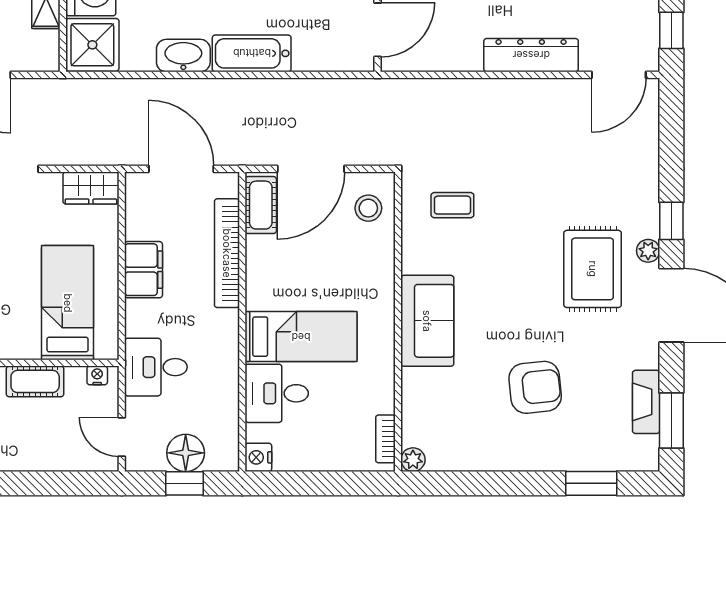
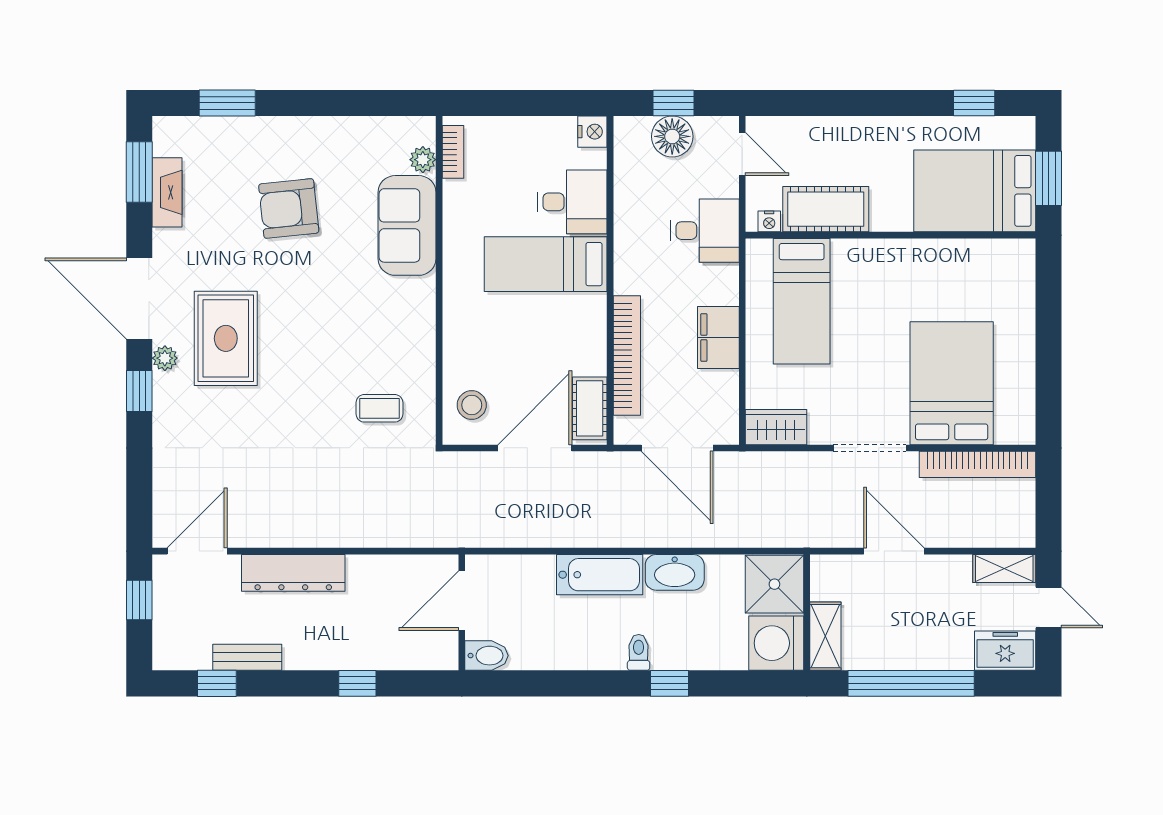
sofa: (427, 321) -> (407, 225), moved
cot: (35, 381) -> (826, 209), width x1.37, depth x1.34
plant: (413, 460) -> (423, 160), moved

